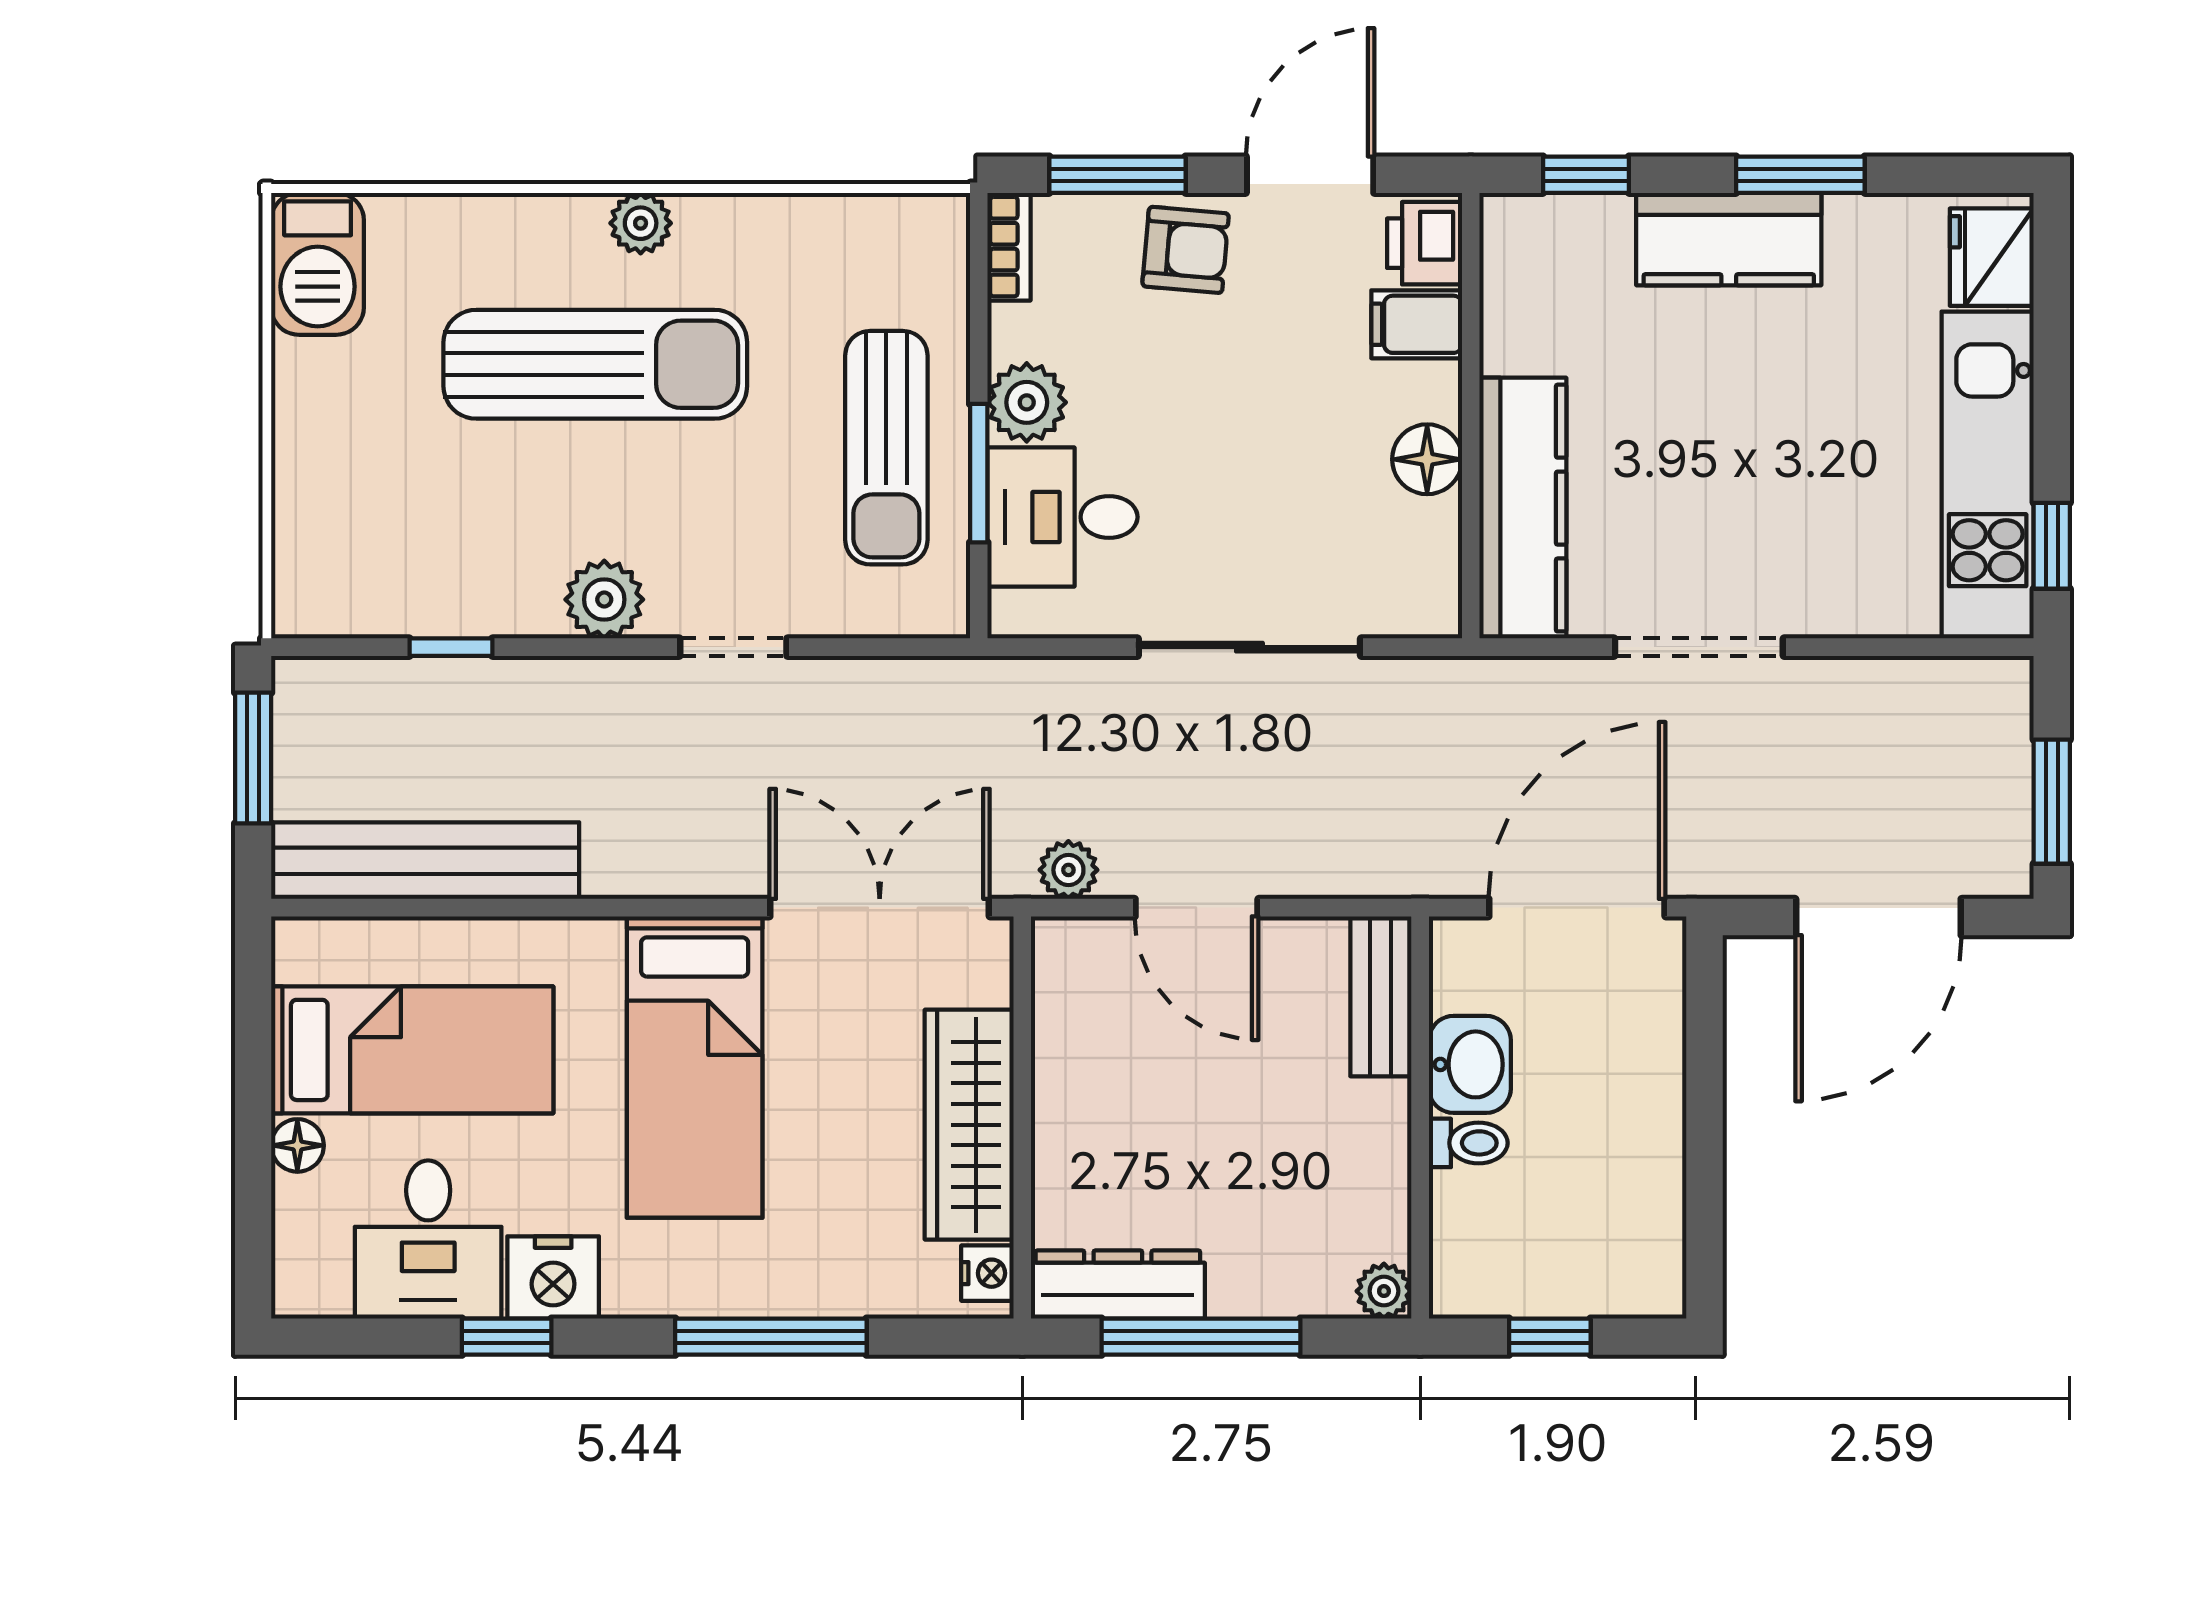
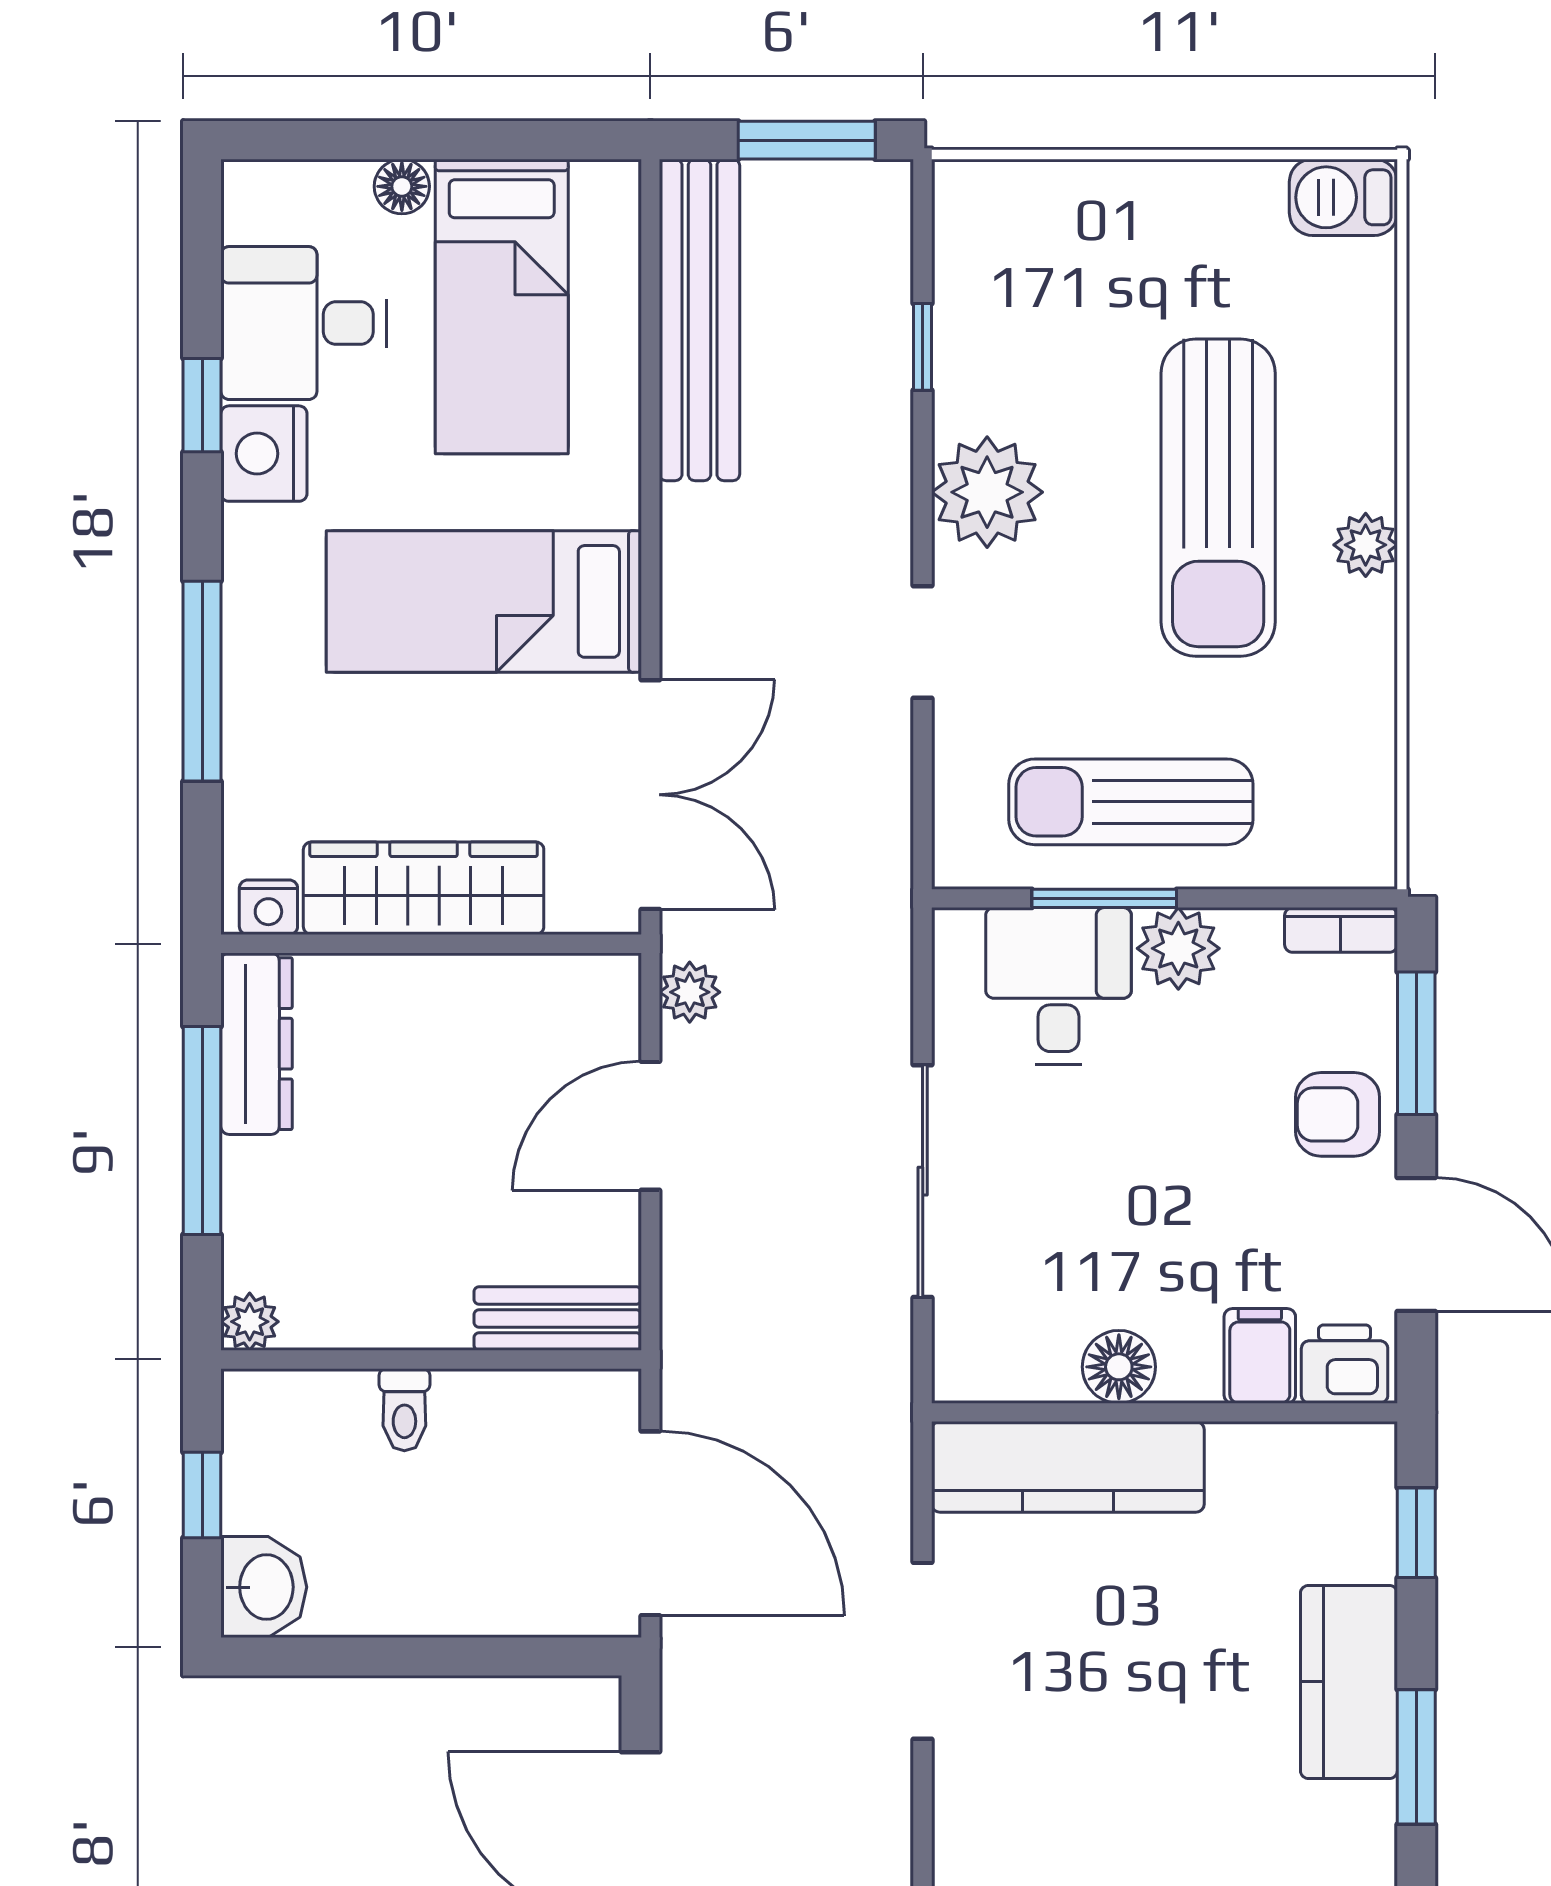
armchair: (1186, 250) -> (1338, 1114), turned 85
barbecue: (318, 264) -> (1343, 197), width x0.73, depth x0.79
plant: (604, 600) -> (987, 492), width x1.36, depth x1.36
washbasin: (1470, 1064) -> (264, 1587), moved, turned -90

